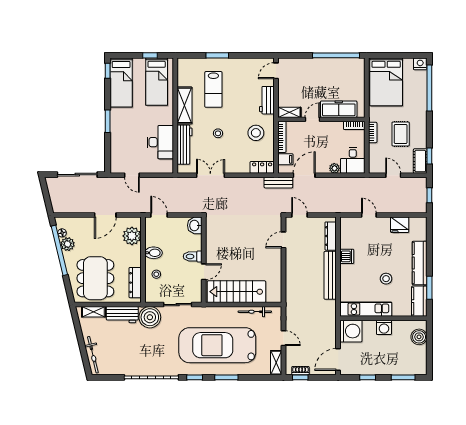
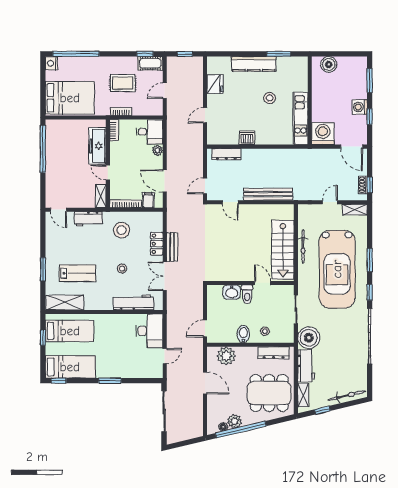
shelving: (184, 105) -> (65, 303), moved
desk: (160, 142) -> (149, 331), moved, turned 90
locker: (262, 167) -> (157, 244), moved
bench: (278, 183) -> (172, 247), moved
washbasin: (195, 225) -> (232, 292), moved
bench: (330, 275) -> (268, 194), moved
kitchen counter: (419, 301) -> (292, 64), removed
bicycle: (255, 312) -> (303, 247), moved
washing machine: (384, 327) -> (360, 107), moved, turned 180
window: (78, 331) -> (322, 410), added

